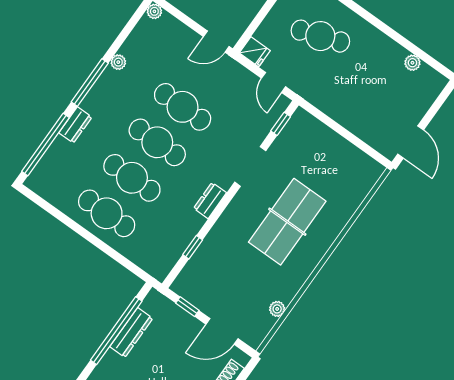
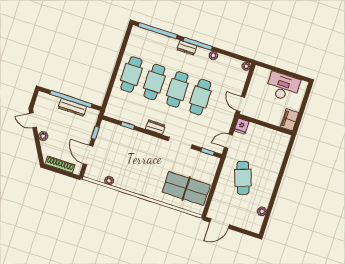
cafe table: (320, 36) -> (243, 178), moved
dresser: (75, 125) -> (187, 48), moved
table tennis table: (287, 222) -> (186, 189), moved

